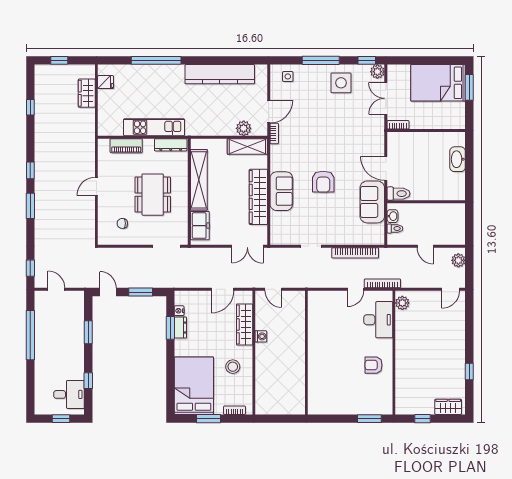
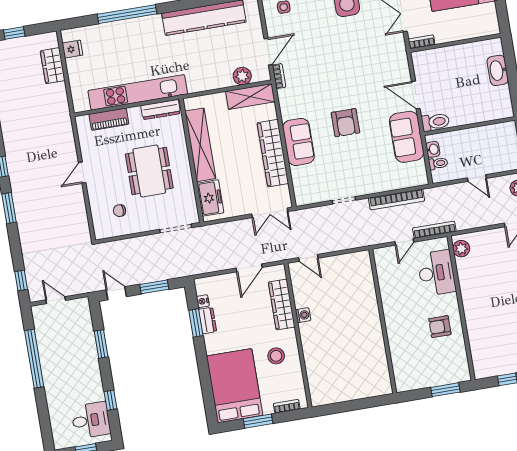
kitchen unit: (154, 127) -> (138, 92), width x1.36
wall: (306, 353) -> (383, 321), moved

